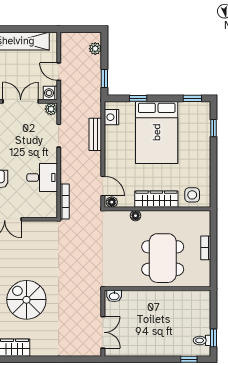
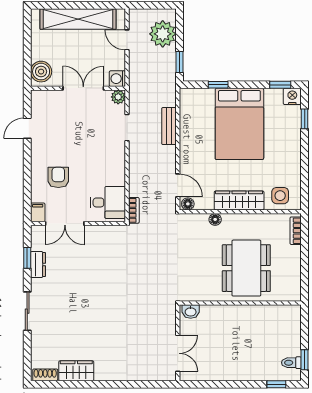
plant: (95, 49) -> (163, 34), width x1.87, depth x1.87
door: (59, 72) -> (127, 40), moved
nightstand: (112, 117) -> (292, 96), moved, turned 90
desk: (42, 177) -> (108, 202), moved
bookcase: (65, 201) -> (134, 210), width x0.64
bookcase: (206, 248) -> (296, 231), moved
spiral stairs: (26, 300) -> (90, 316), removed

